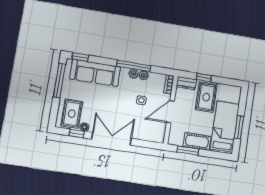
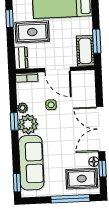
window: (134, 66) -> (14, 121), width x0.46
plant: (134, 74) -> (28, 124), width x1.87, depth x1.87
window: (204, 78) -> (10, 18), moved
window: (59, 81) -> (70, 199), moved
cot: (197, 141) -> (85, 51), moved

